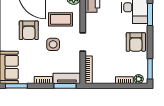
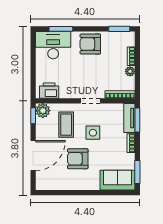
armchair: (29, 30) -> (78, 159), turned 180
armchair: (136, 42) -> (90, 44), turned 180
plant: (139, 79) -> (130, 71), moved

